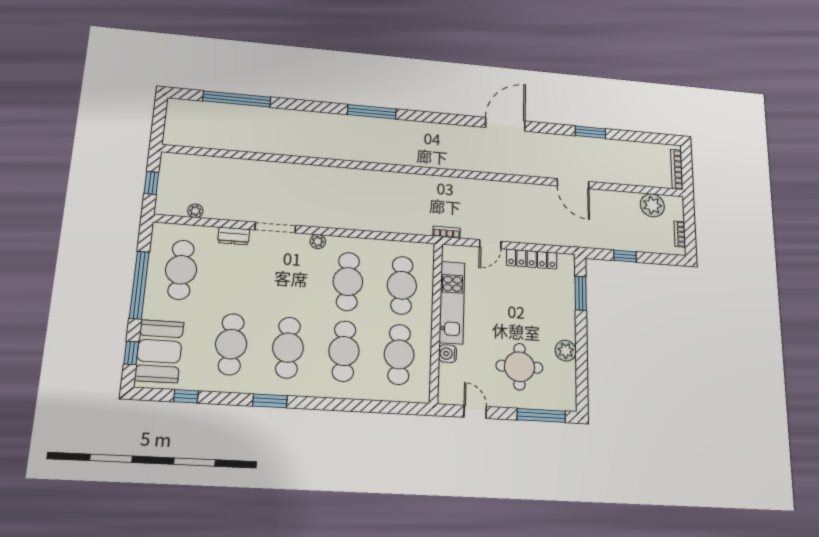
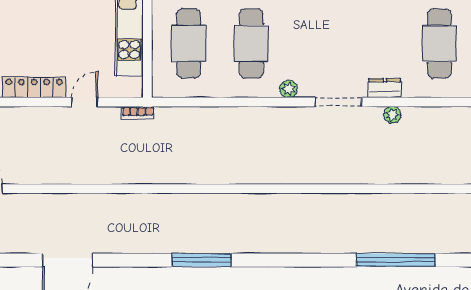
window: (372, 112) -> (201, 260), moved
plant: (195, 211) -> (392, 115), moved

